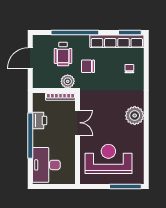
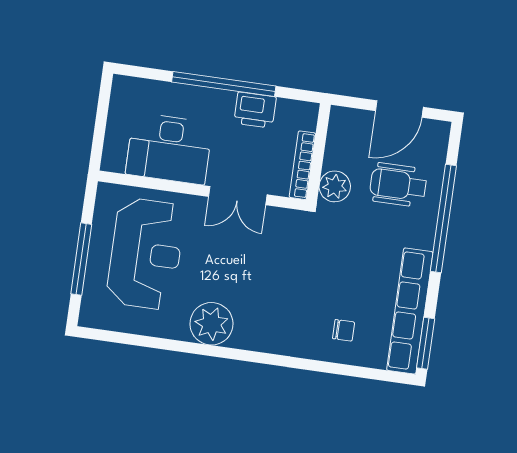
door: (30, 58) -> (399, 109), swing flipped
chair: (88, 66) -> (362, 237), removed
plant: (135, 115) -> (211, 324), moved
desk: (46, 165) -> (169, 149), moved, turned 180
window: (125, 186) -> (81, 259), moved

